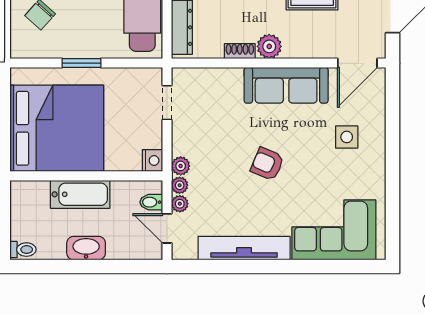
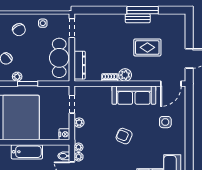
plant: (61, 50) -> (17, 77), added
plant: (181, 166) -> (79, 123), moved

